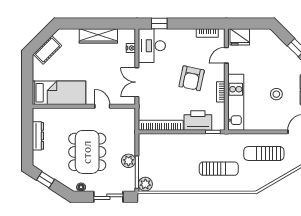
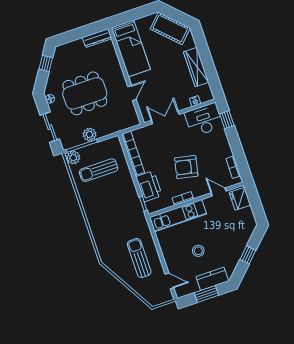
cot: (47, 50) -> (170, 29), width x1.37, depth x1.34
dresser: (38, 136) -> (97, 38), moved
sun lounger: (219, 169) -> (99, 170), moved, turned 90

